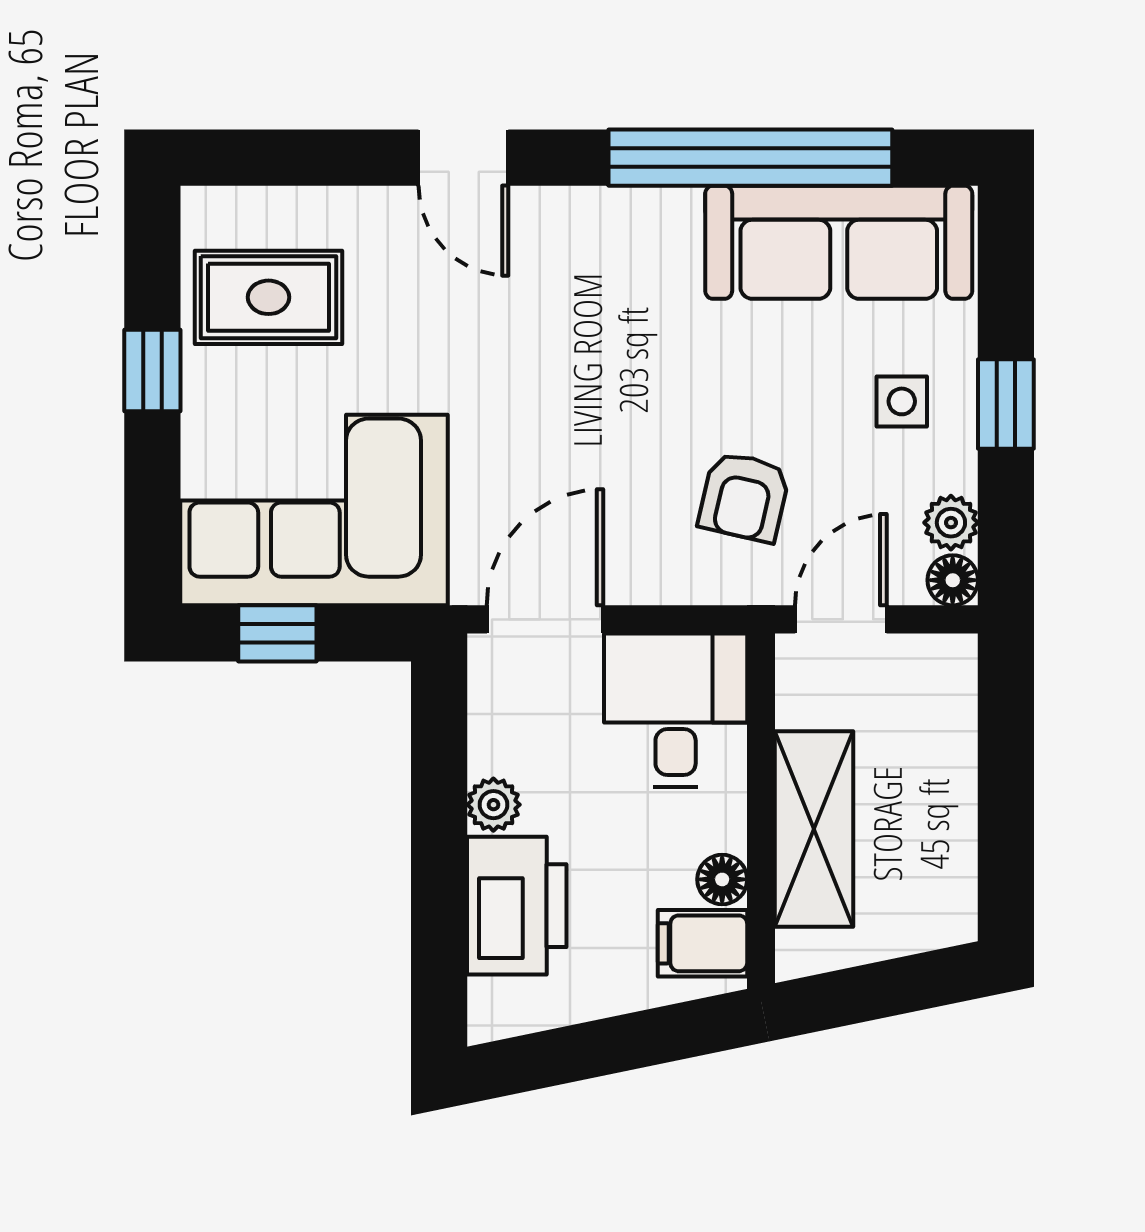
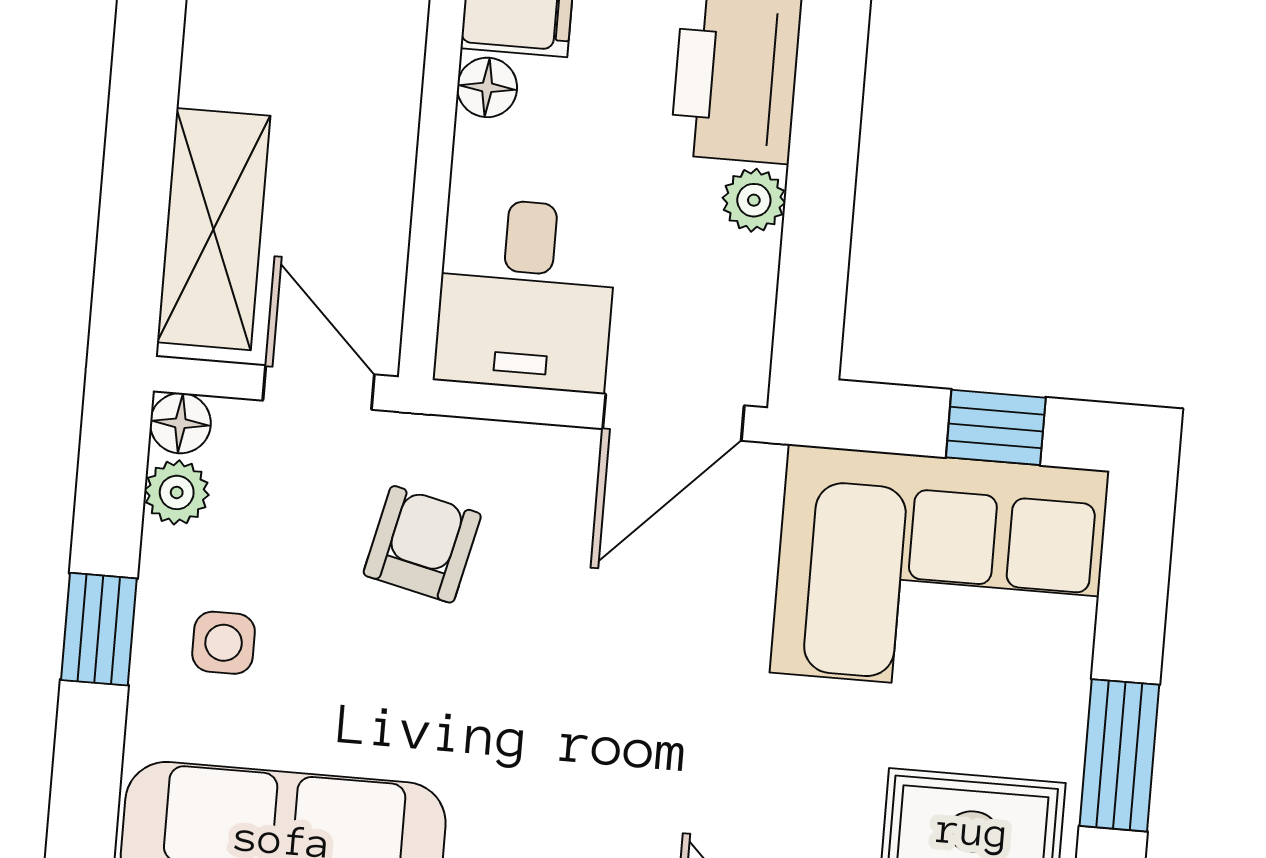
window: (152, 371) -> (1119, 755), width x1.50
door: (841, 619) -> (319, 387), swing flipped
shelving: (814, 829) -> (214, 229), moved

